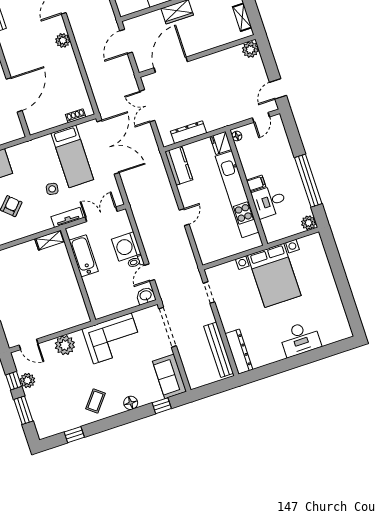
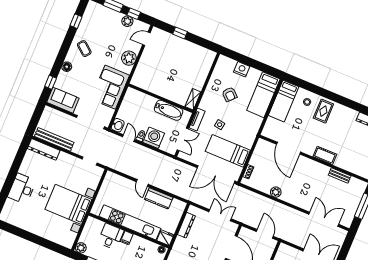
plant: (63, 40) -> (276, 192), moved
kitchen counter: (179, 166) -> (159, 198), moved

